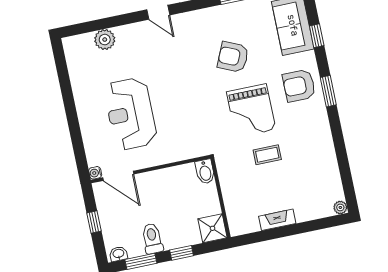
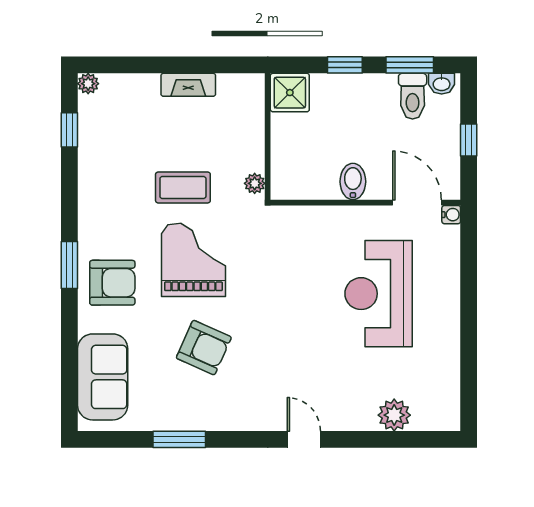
window: (317, 36) -> (69, 130), moved
reception desk: (130, 114) -> (379, 294), turned 180
coffee table: (267, 155) -> (183, 187), width x1.36, depth x1.30
plant: (223, 167) -> (255, 183), added
bidet: (205, 172) -> (353, 182), moved
toilet: (152, 238) -> (413, 96), moved

